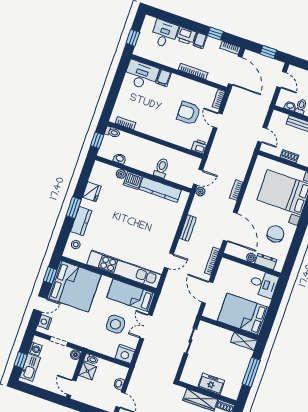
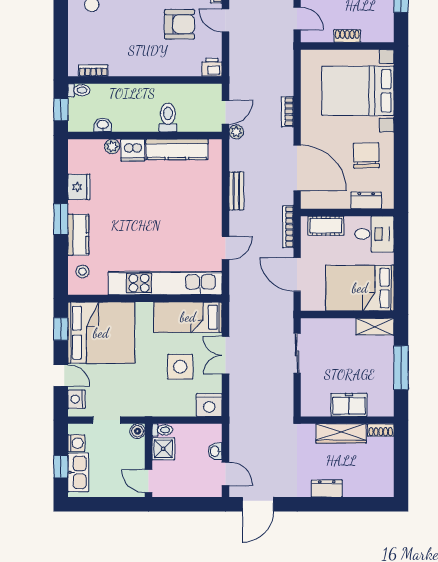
armchair: (189, 113) -> (179, 24), turned 180
plant: (251, 257) -> (343, 202), removed
cot: (235, 269) -> (326, 226), added
door: (40, 304) -> (61, 375), hinge flipped

